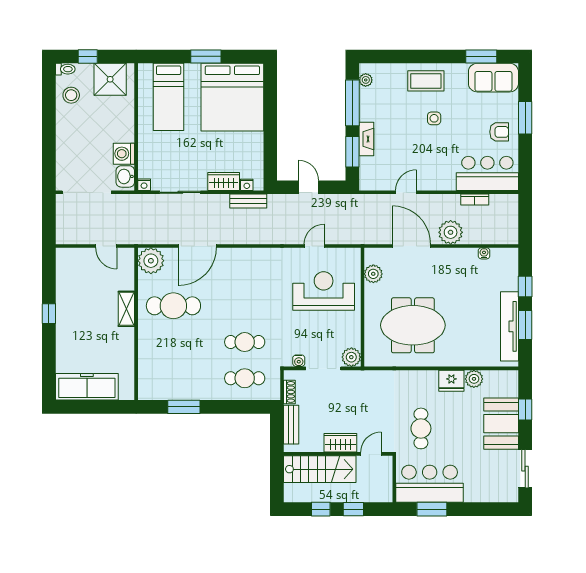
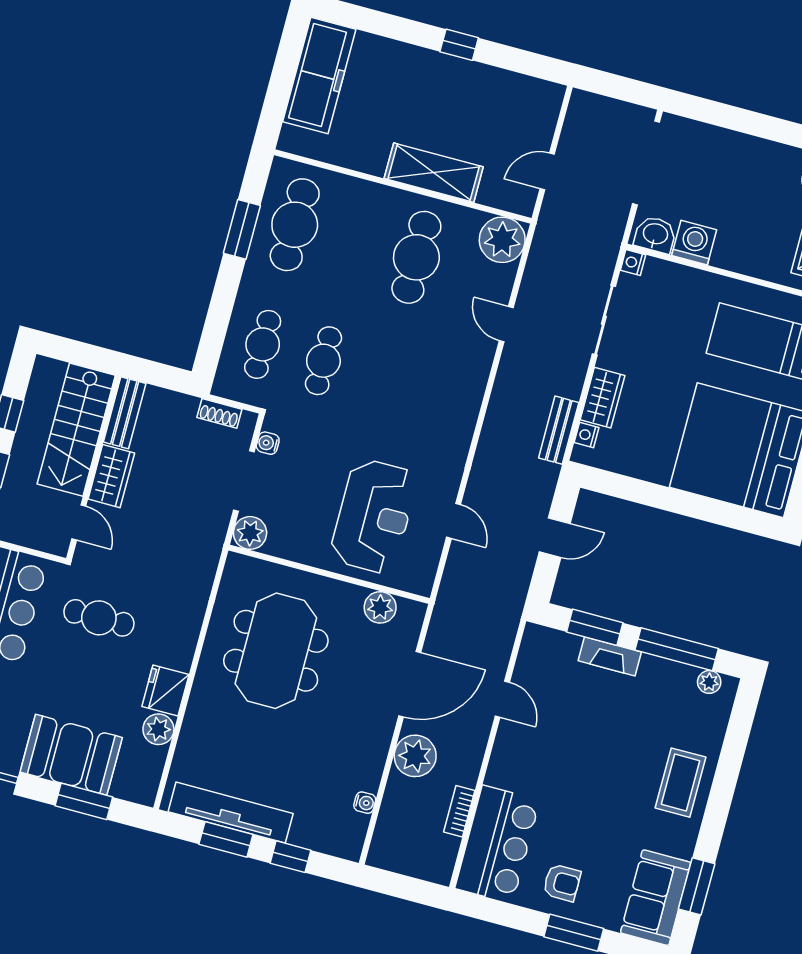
side table: (434, 118) -> (614, 779), removed
armchair: (499, 132) -> (562, 883), turned -90
door: (197, 246) -> (506, 324), width x0.53
shelving: (126, 309) -> (434, 173), width x1.50, depth x1.33
cafe table: (173, 378) -> (295, 225), added
window: (525, 410) -> (84, 801), width x1.50
bench: (291, 425) -> (125, 413), moved, turned 90

